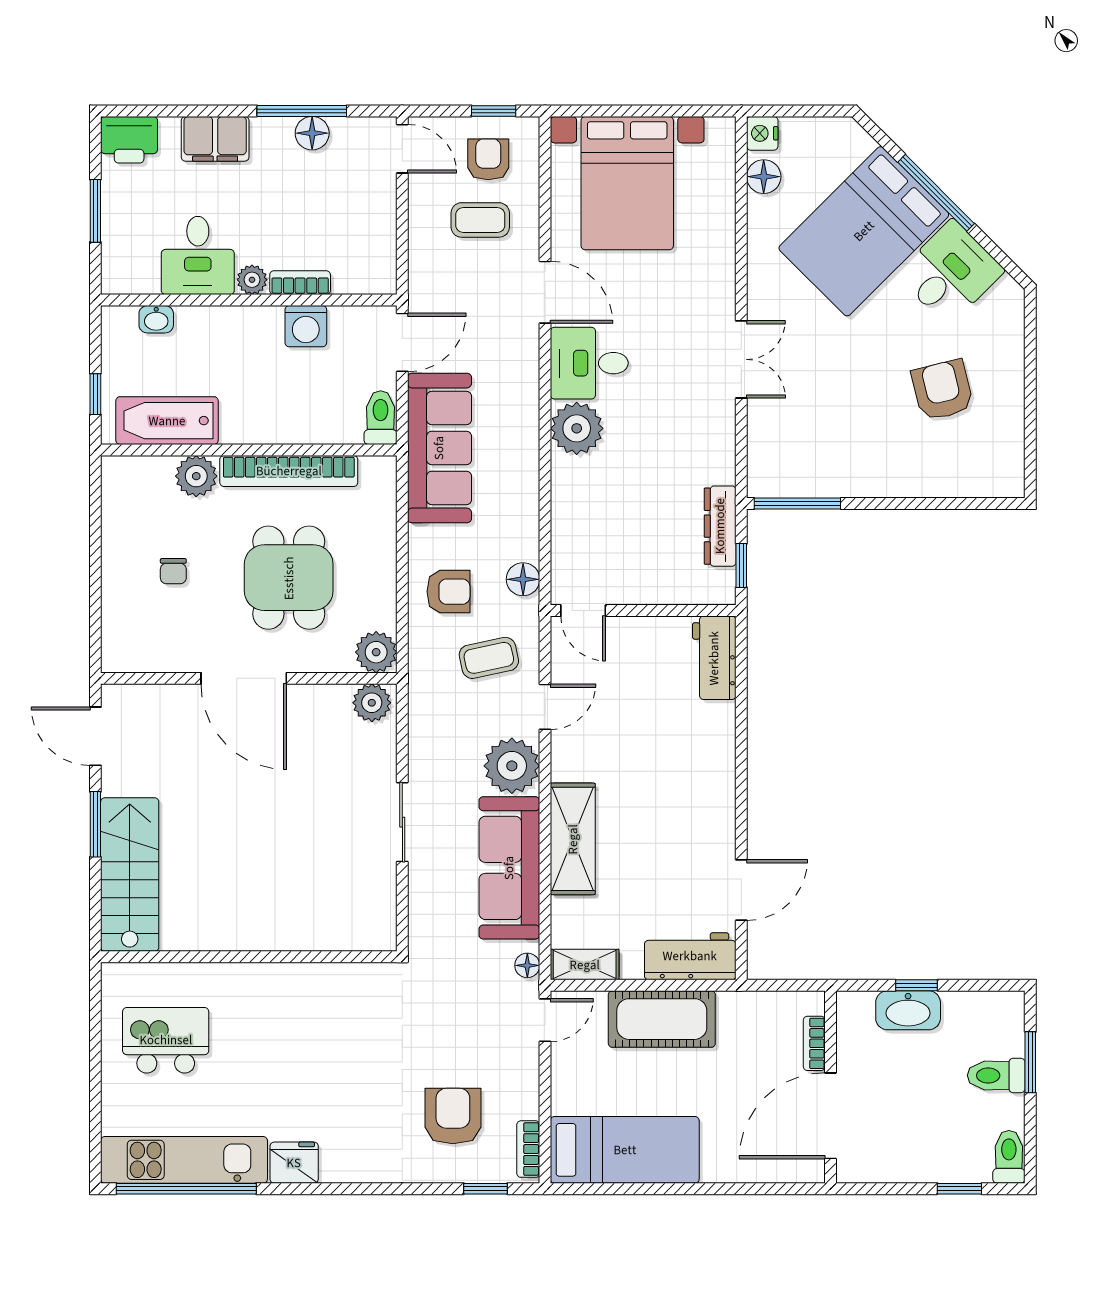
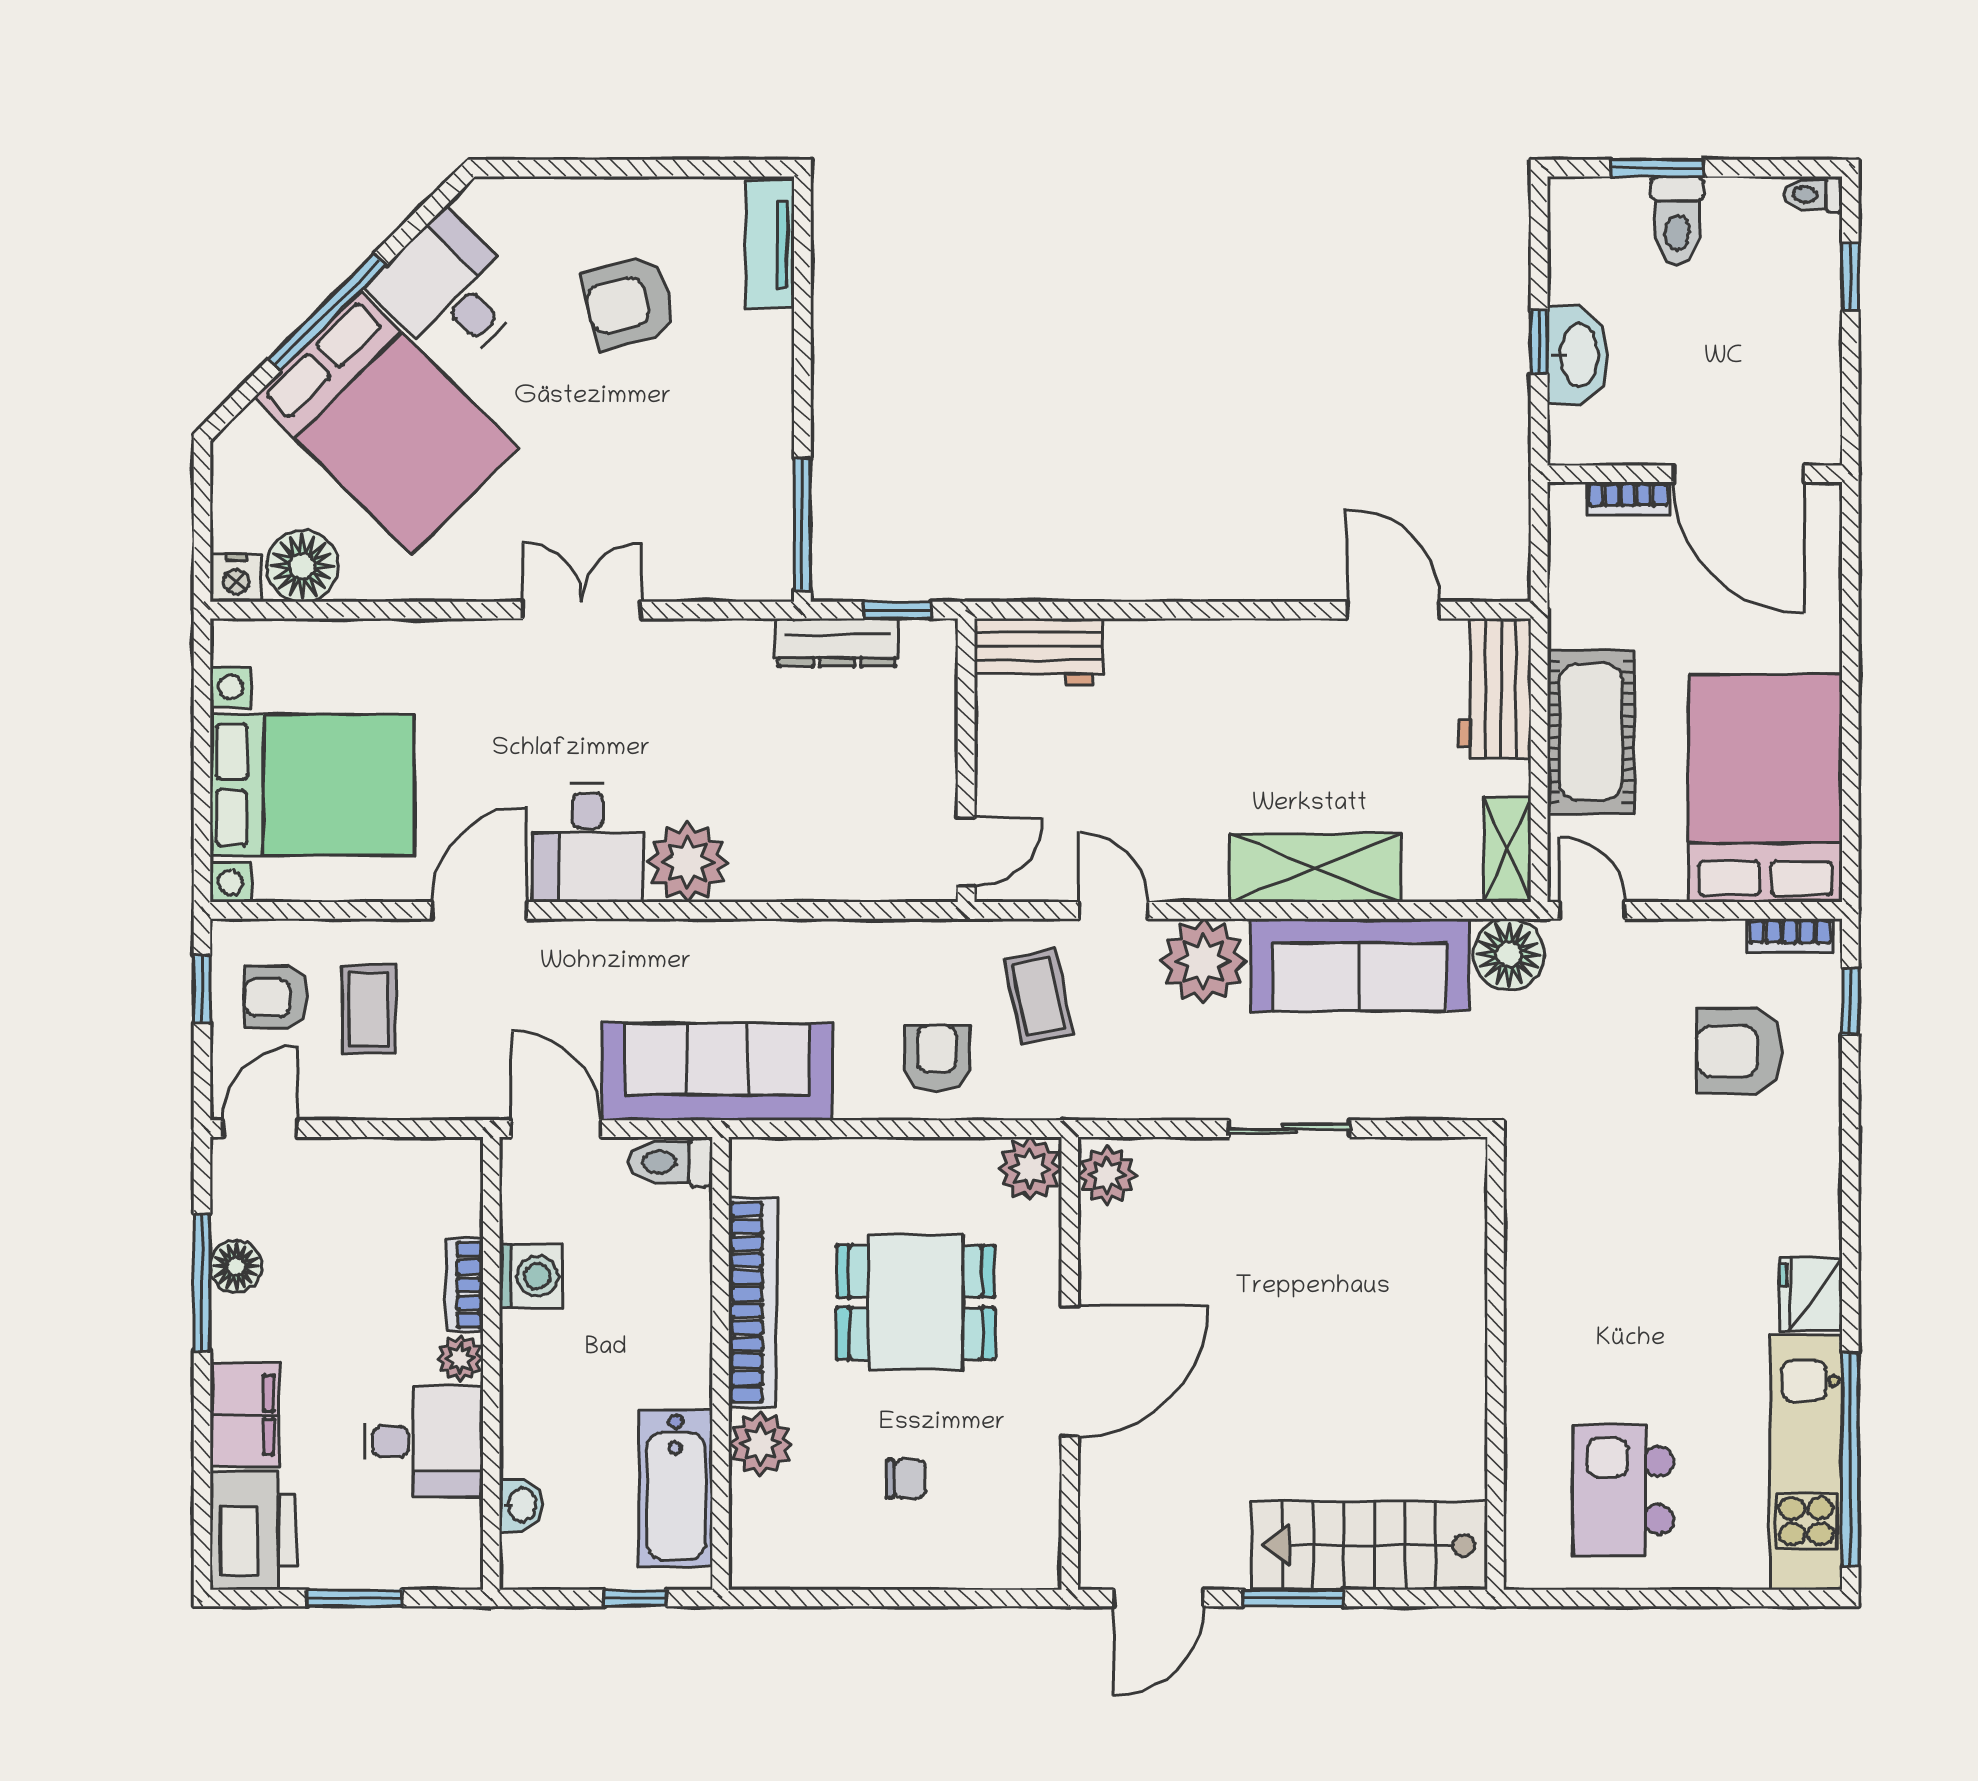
printer: (129, 140) -> (253, 1530), width x1.37, depth x1.19
floor lamp: (764, 177) -> (302, 566), width x1.38, depth x1.38
tv unit: (981, 482) -> (770, 244), added
floor lamp: (523, 579) -> (918, 944), removed
floor lamp: (527, 965) -> (1509, 954), width x1.89, depth x1.89
bed: (625, 1150) -> (1765, 788), width x1.50
toilet: (1009, 1157) -> (1813, 194), width x0.73, depth x0.72

